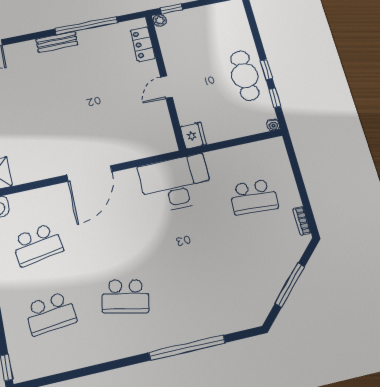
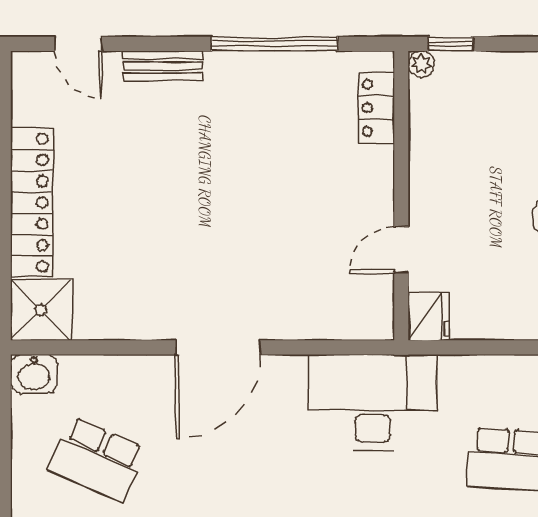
bench: (57, 42) -> (163, 66), moved
door: (166, 87) -> (401, 250), moved
school desk: (37, 244) -> (97, 459), turned 33

